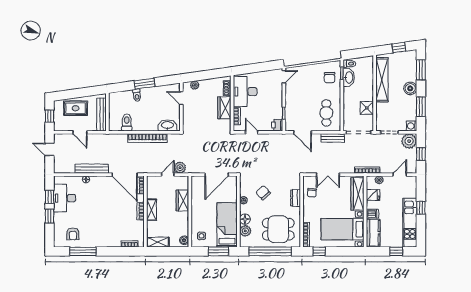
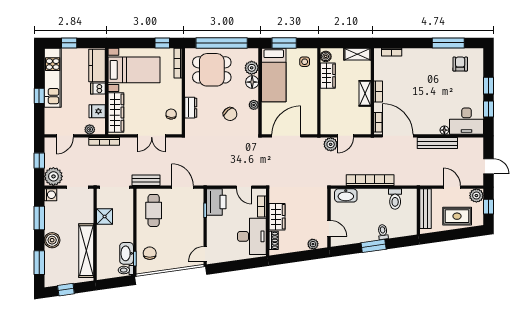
plant: (59, 125) -> (476, 196), added
printer: (277, 125) -> (216, 202), width x1.87, depth x1.48
double door: (328, 175) -> (152, 136), swing flipped
desk: (65, 198) -> (467, 121), moved, turned 90
wardrobe: (182, 201) -> (328, 76), moved

